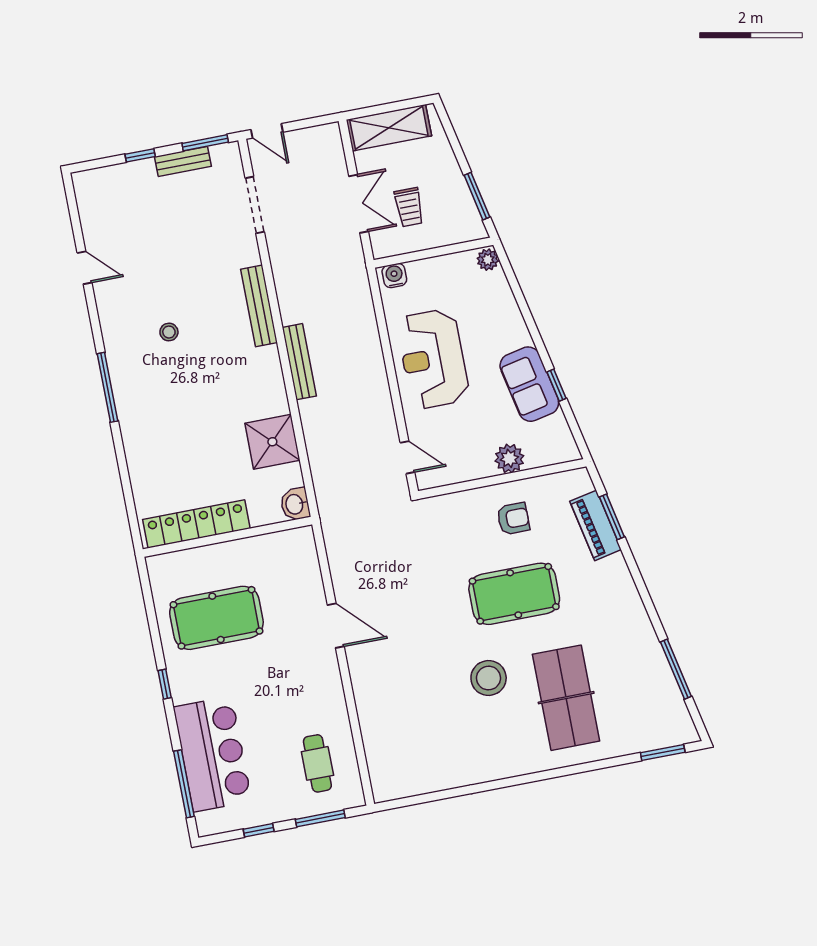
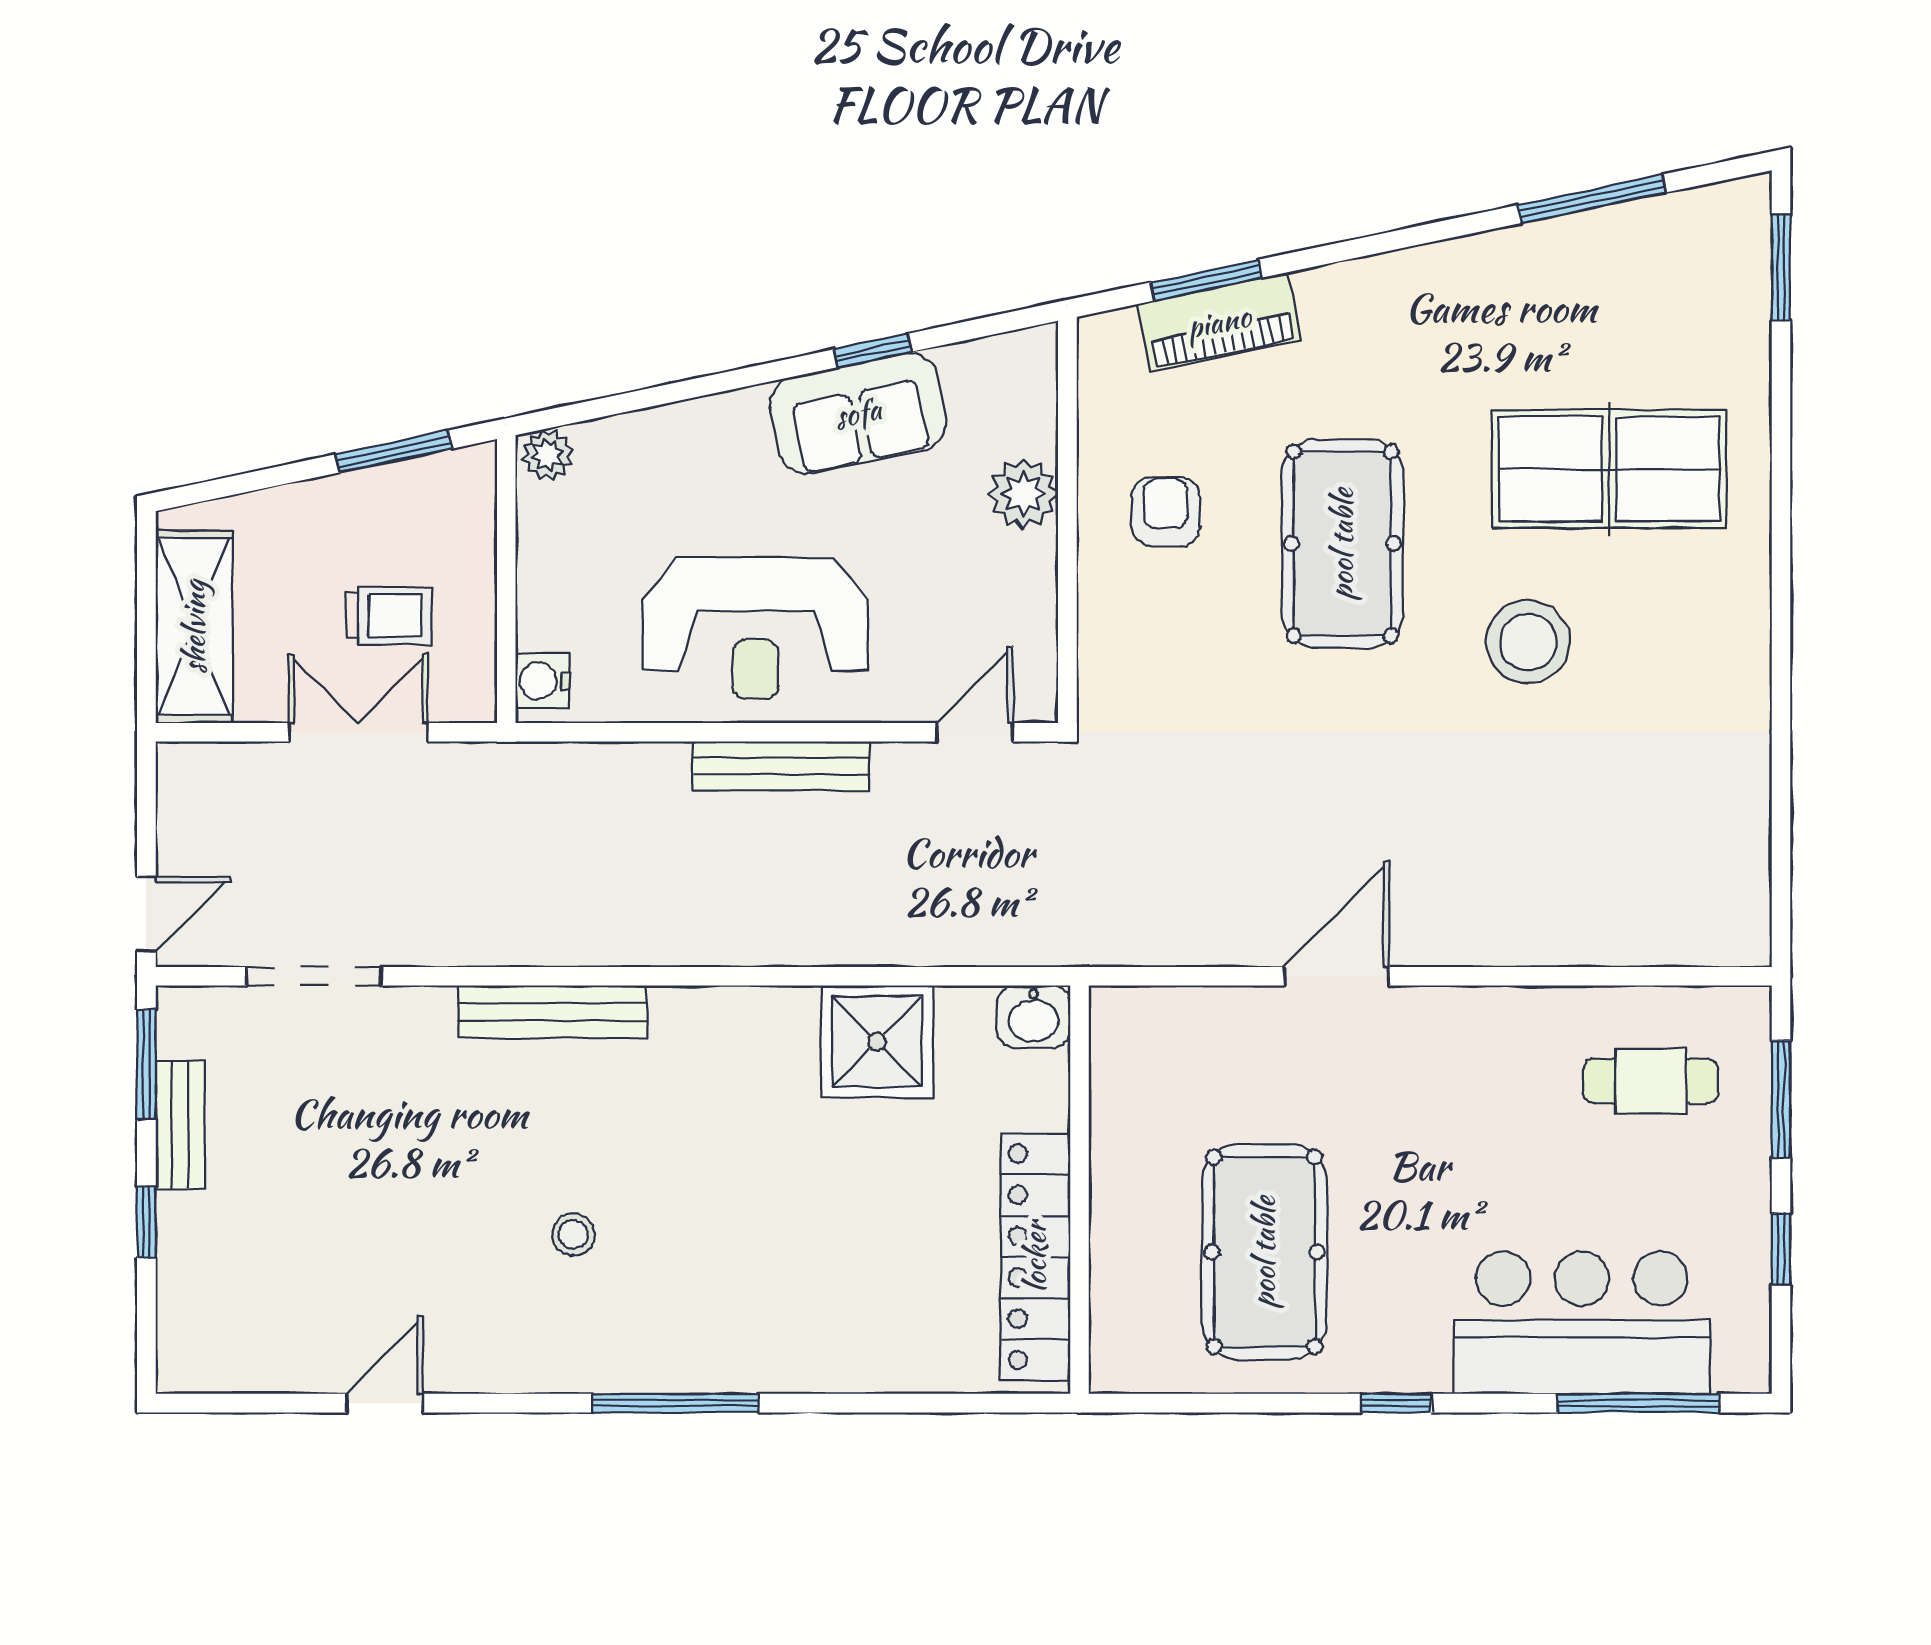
bench: (299, 362) -> (781, 766), moved

